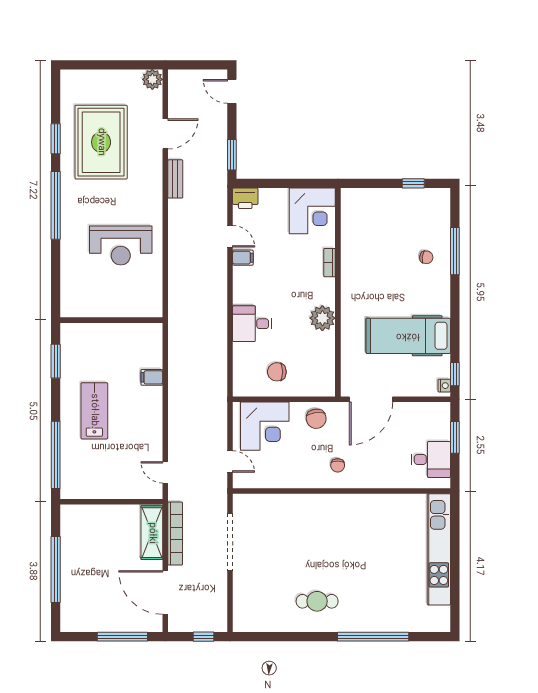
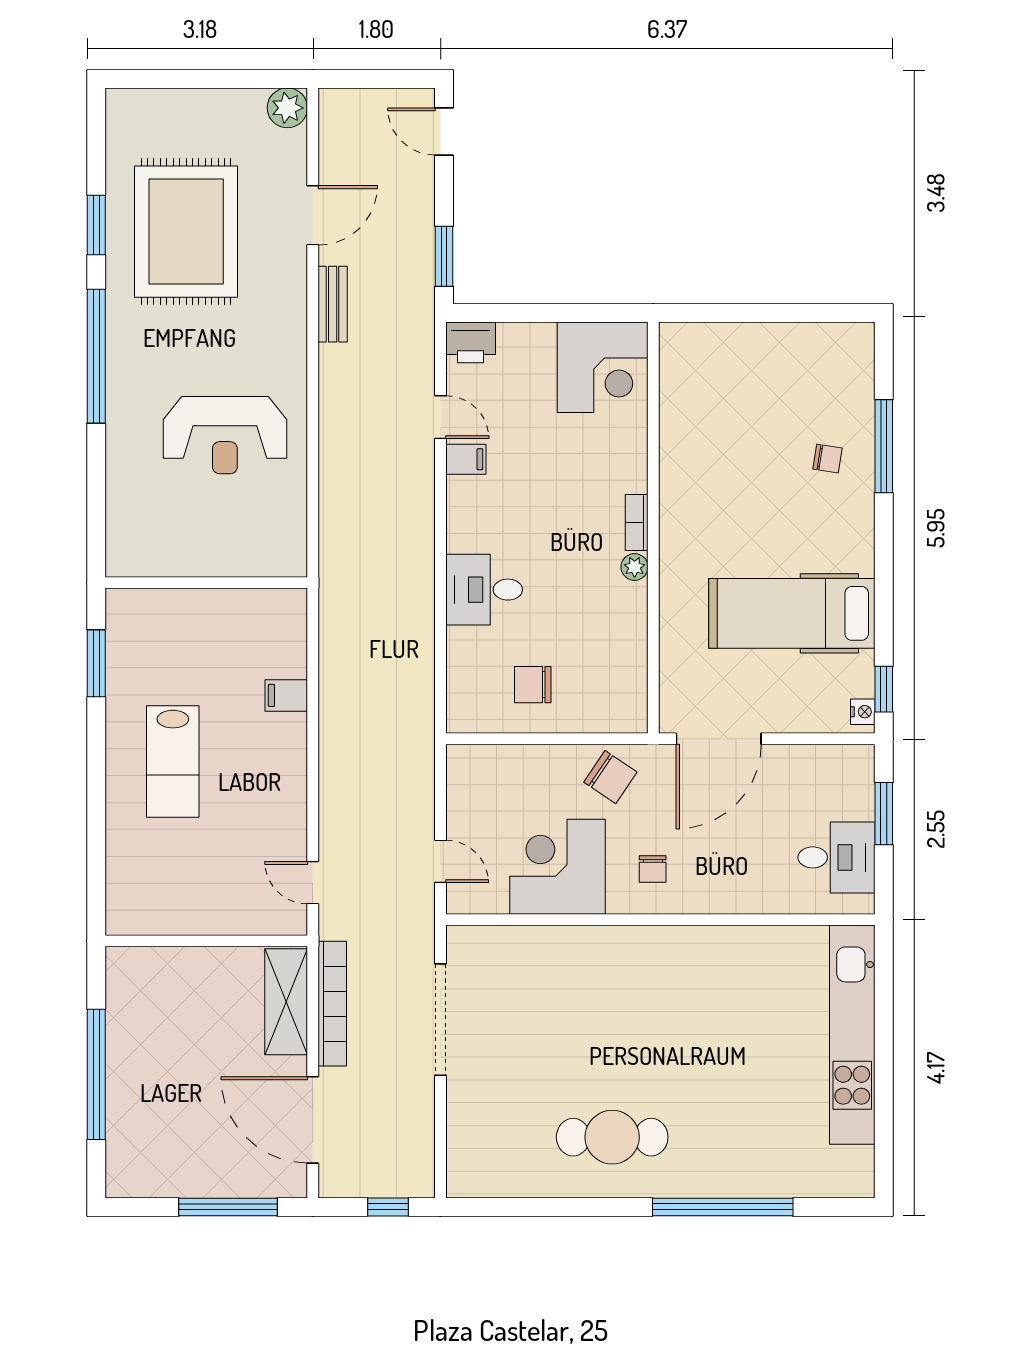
window: (413, 183) -> (802, 313), removed
bookcase: (330, 263) -> (637, 523), moved
plant: (322, 318) -> (635, 567), width x0.53, depth x0.53
lab bench: (94, 411) -> (173, 762), turned 180
chair: (316, 419) -> (610, 777), turned -49
corner desk: (265, 426) -> (558, 867), moved, turned 180
window: (56, 455) -> (96, 848), removed
cafe table: (317, 601) -> (612, 1137), width x1.37, depth x1.35

